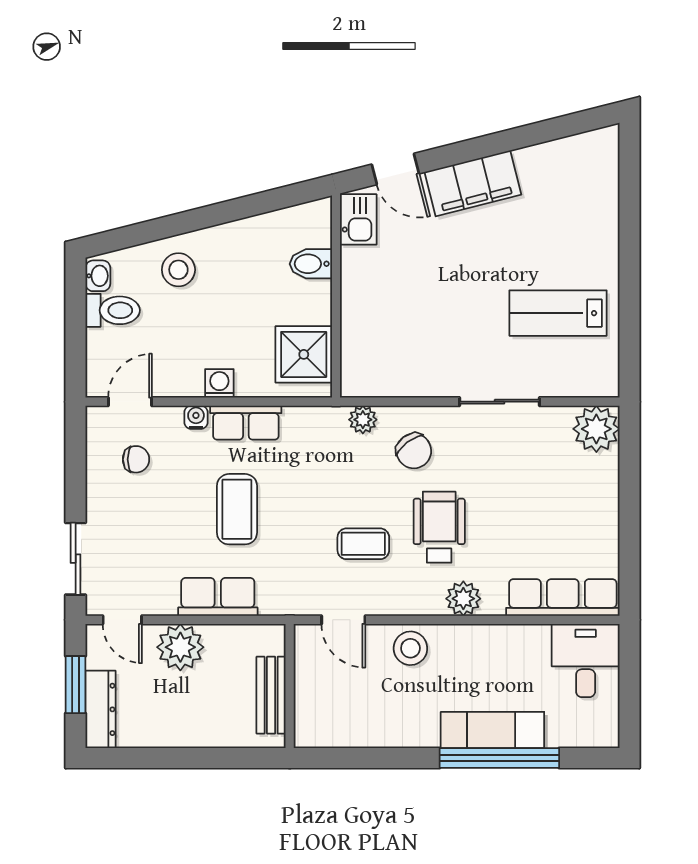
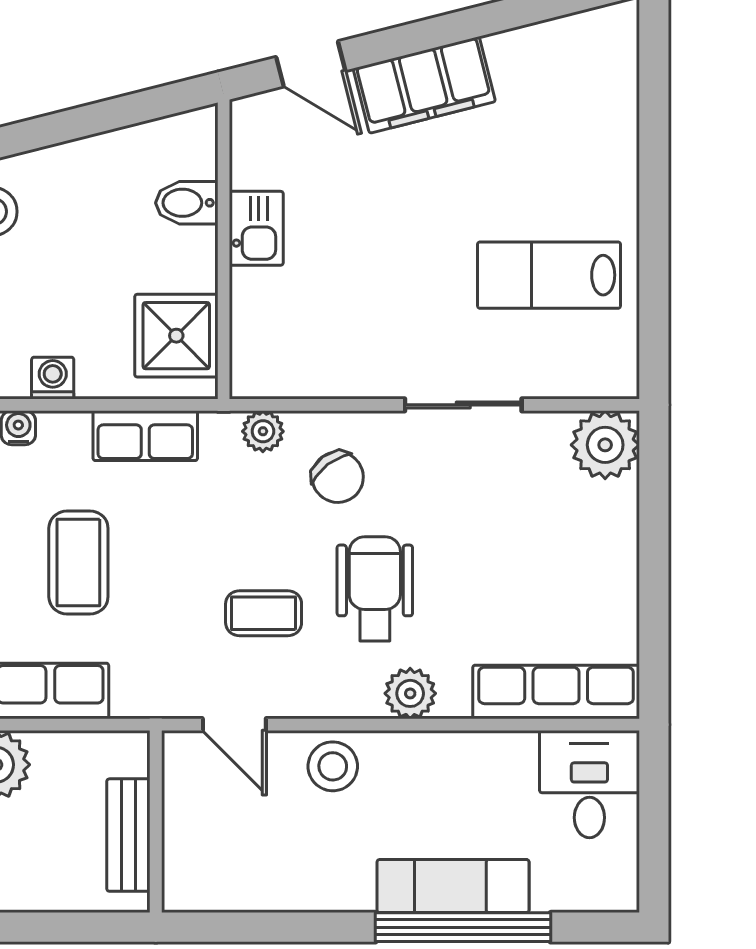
kitchen sink: (358, 219) -> (256, 228), moved
row of seats: (246, 423) -> (145, 436), moved

